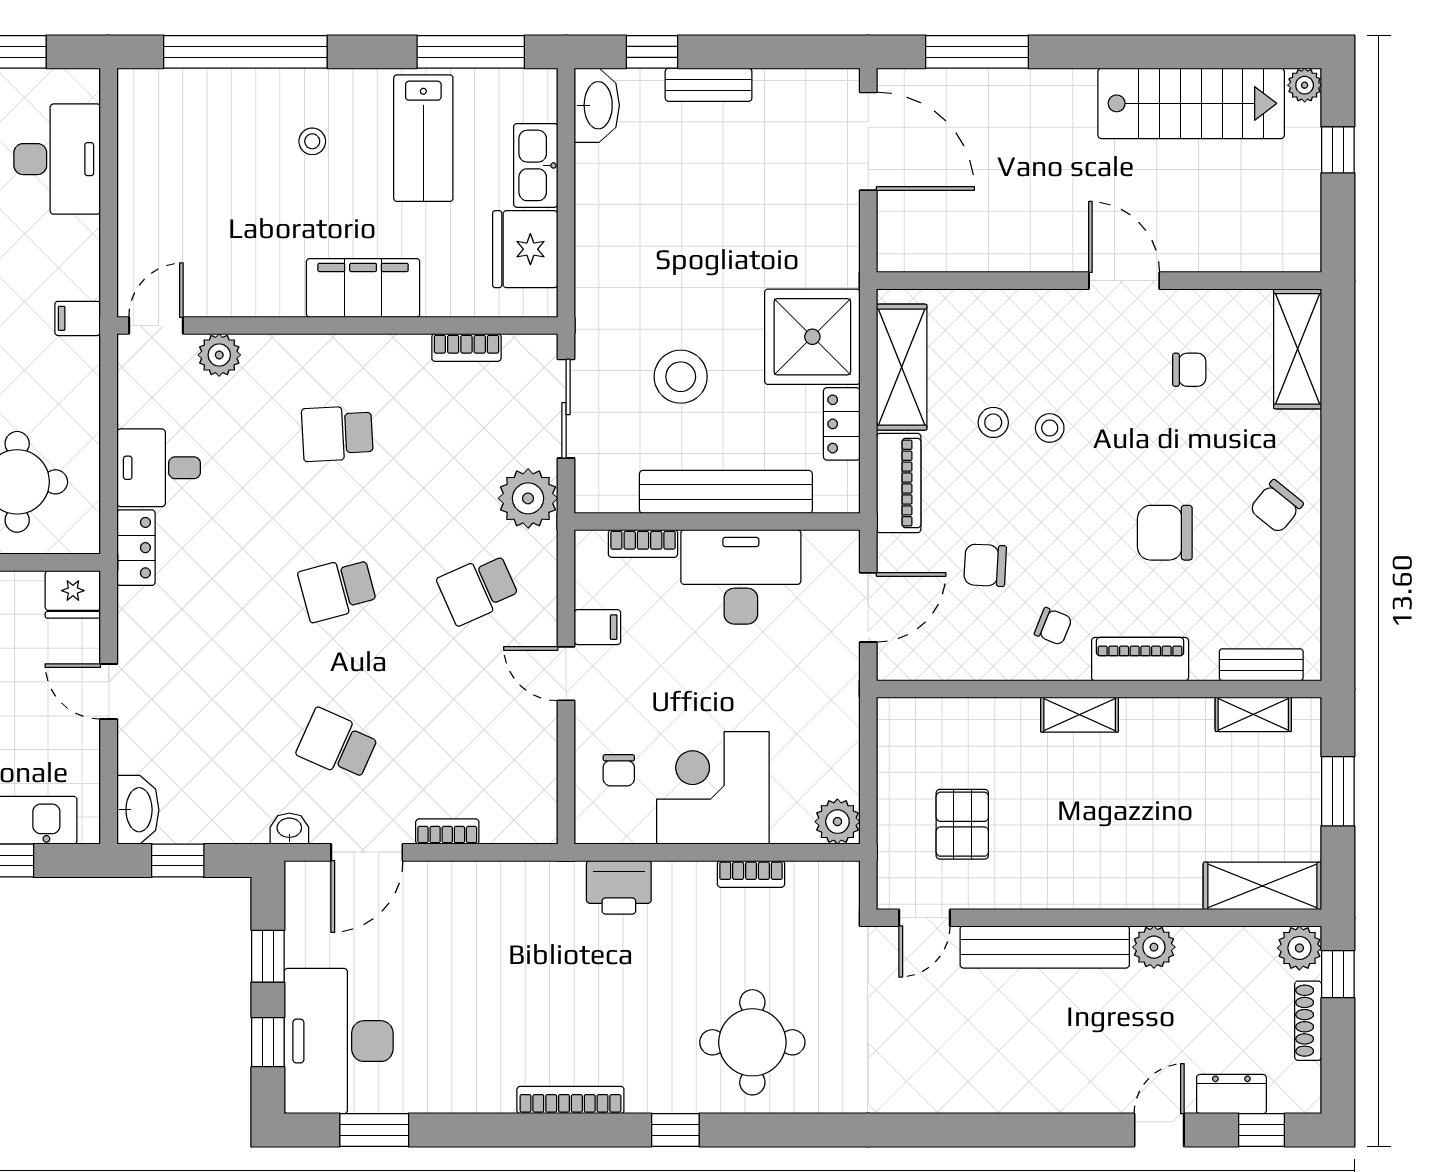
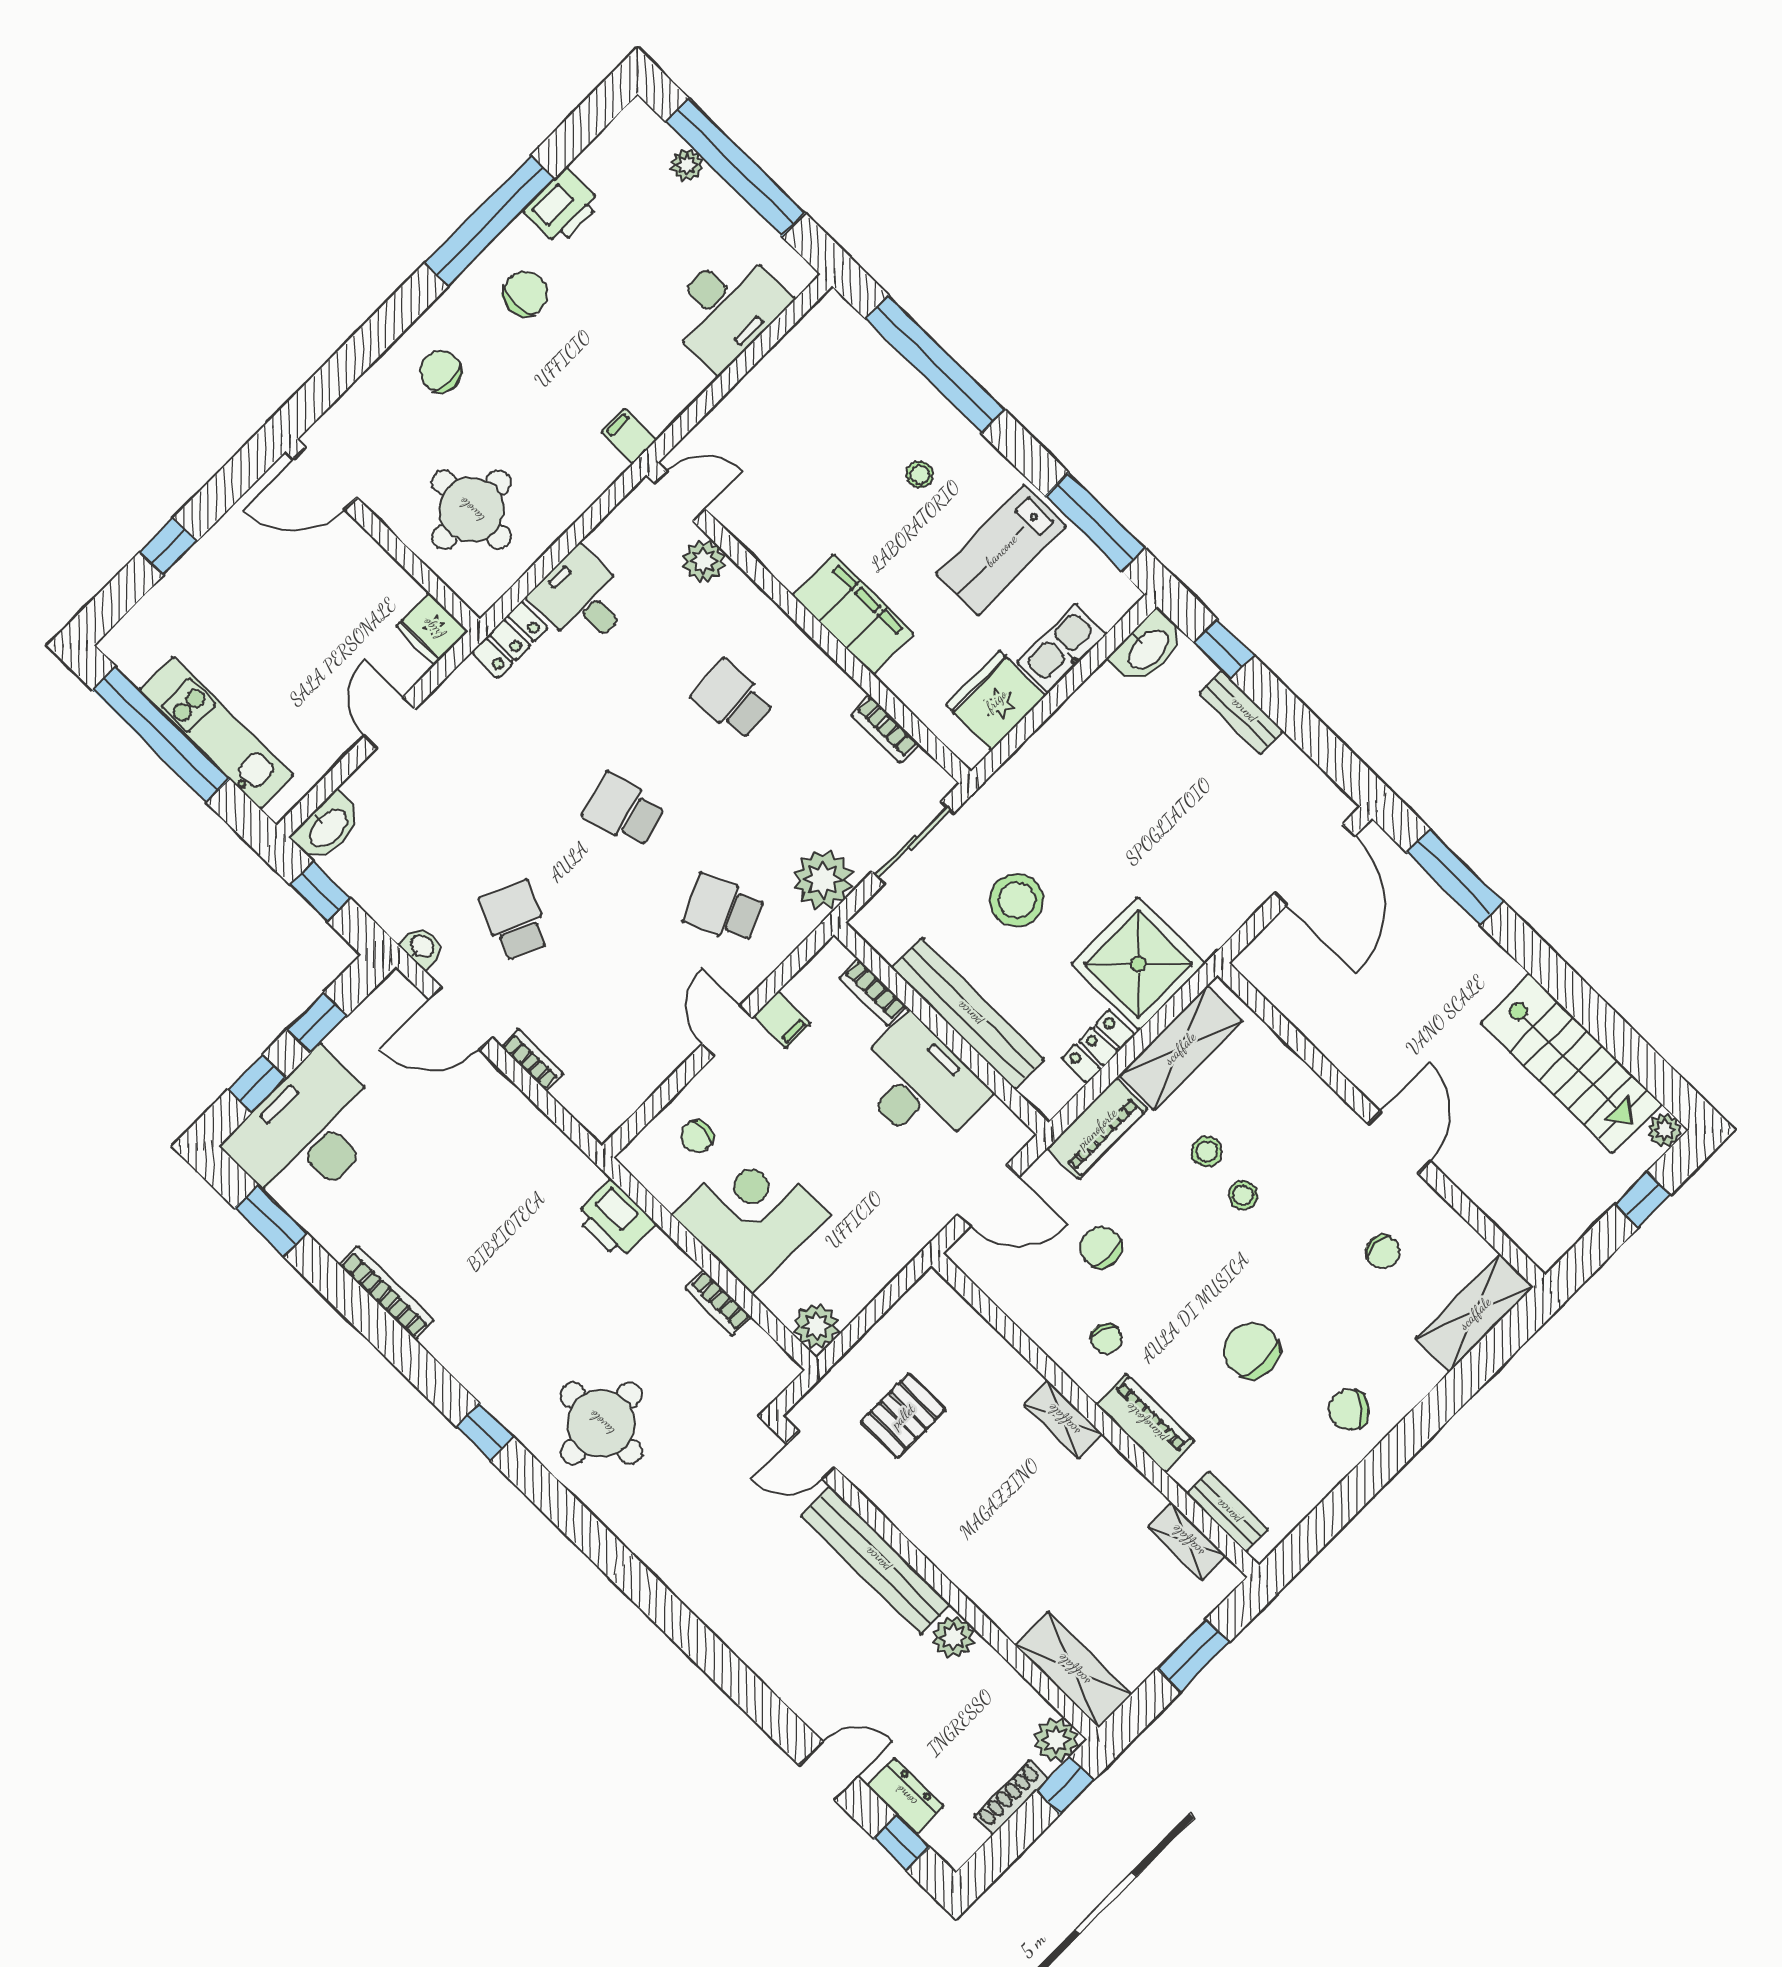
bookcase: (570, 1100) -> (387, 1293), moved

